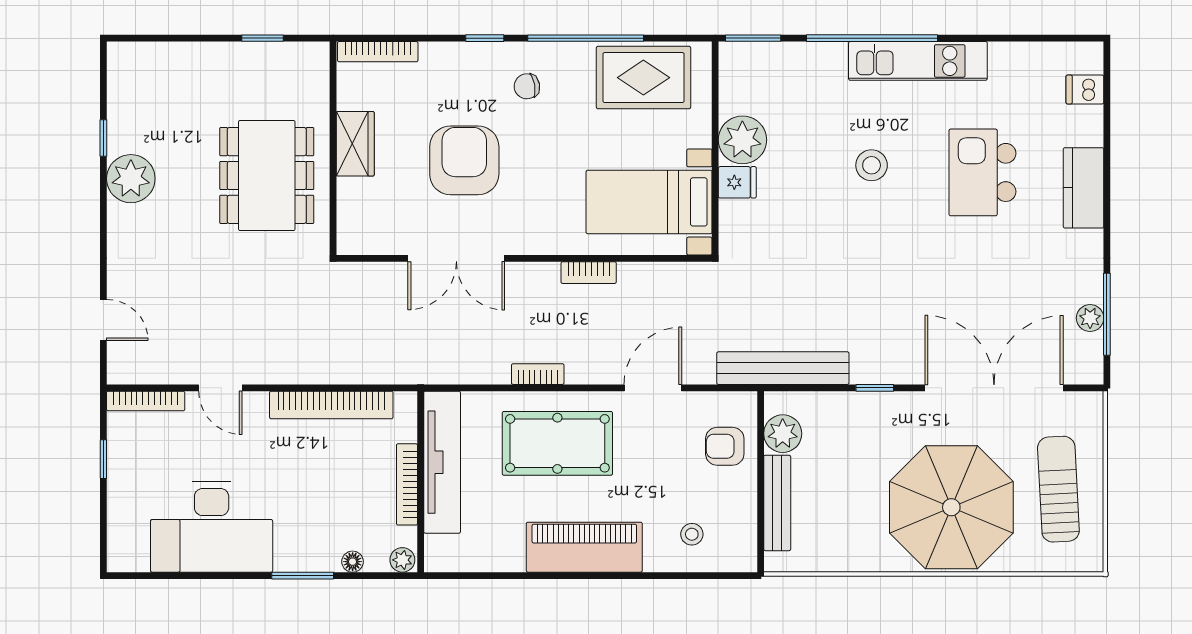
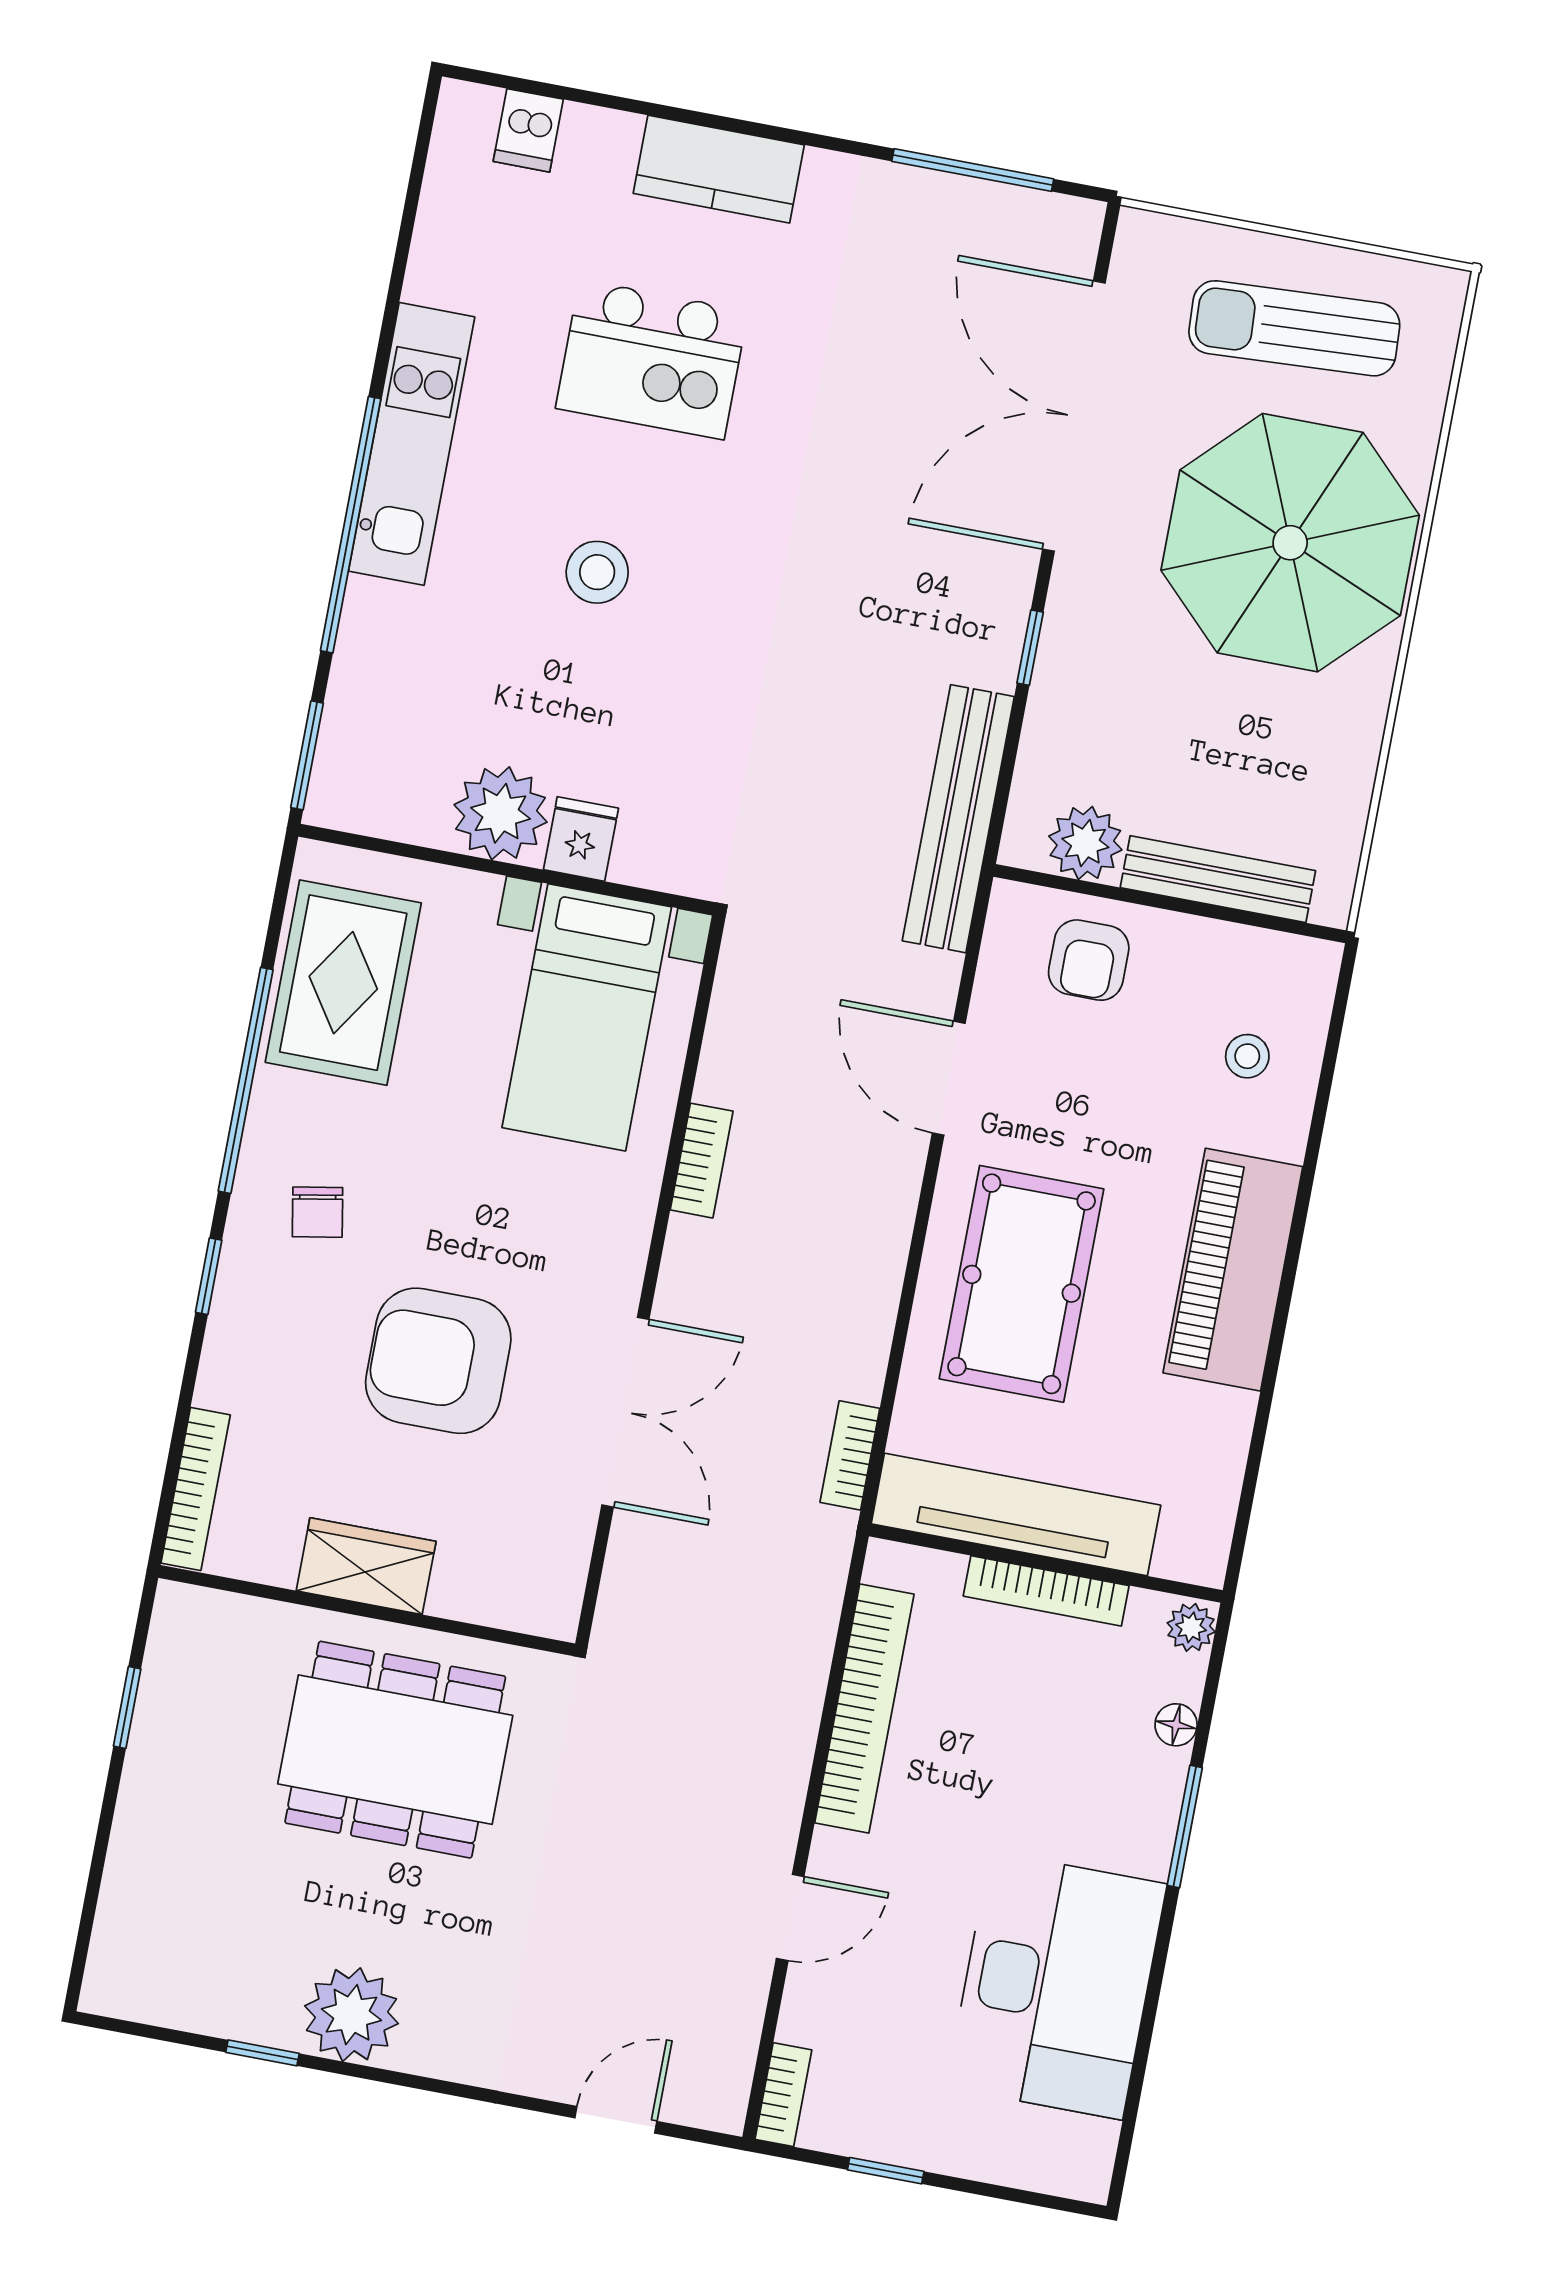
plant: (1090, 318) -> (974, 204), removed
bookcase: (538, 374) -> (850, 1455), moved
bookcase: (146, 401) -> (783, 2095), width x0.64

